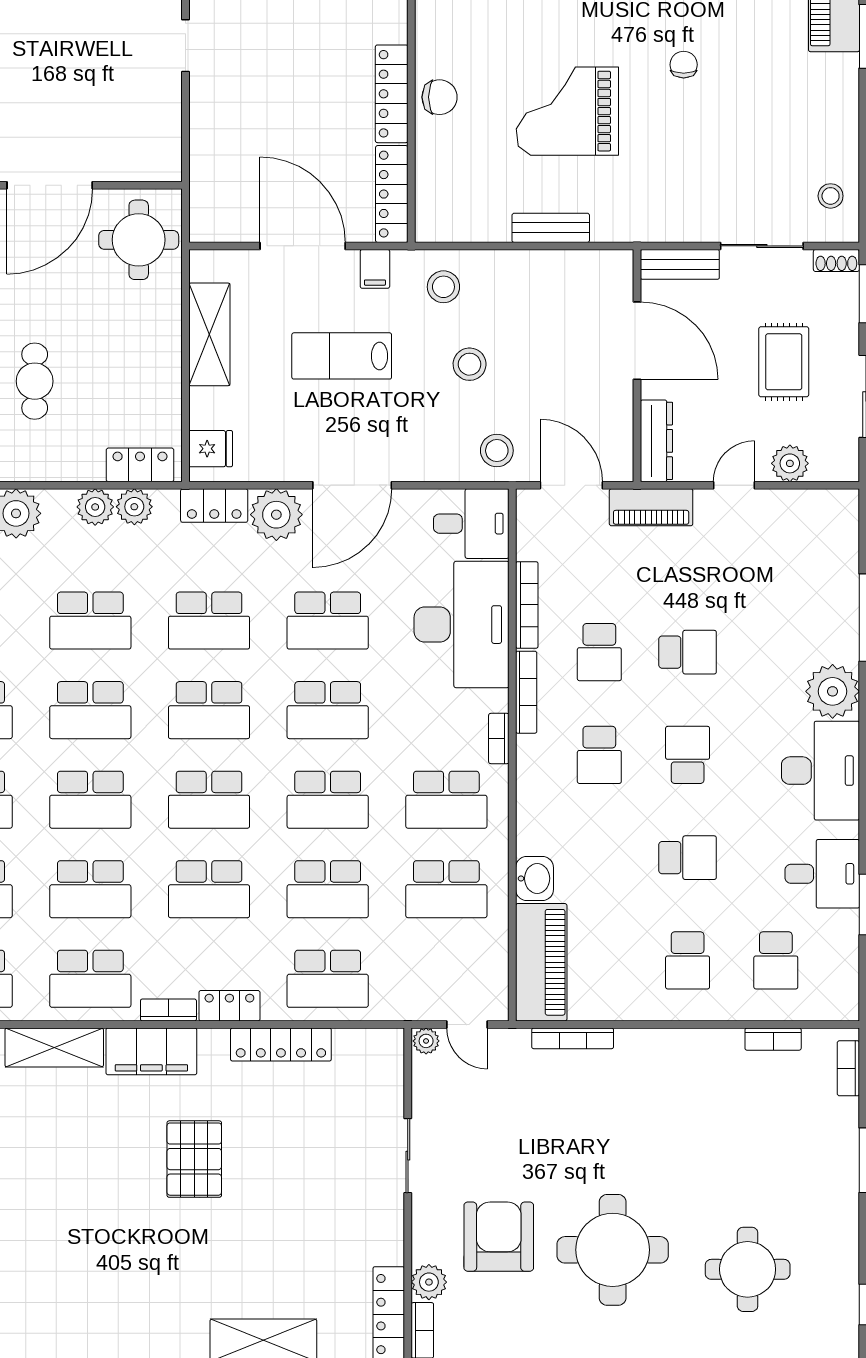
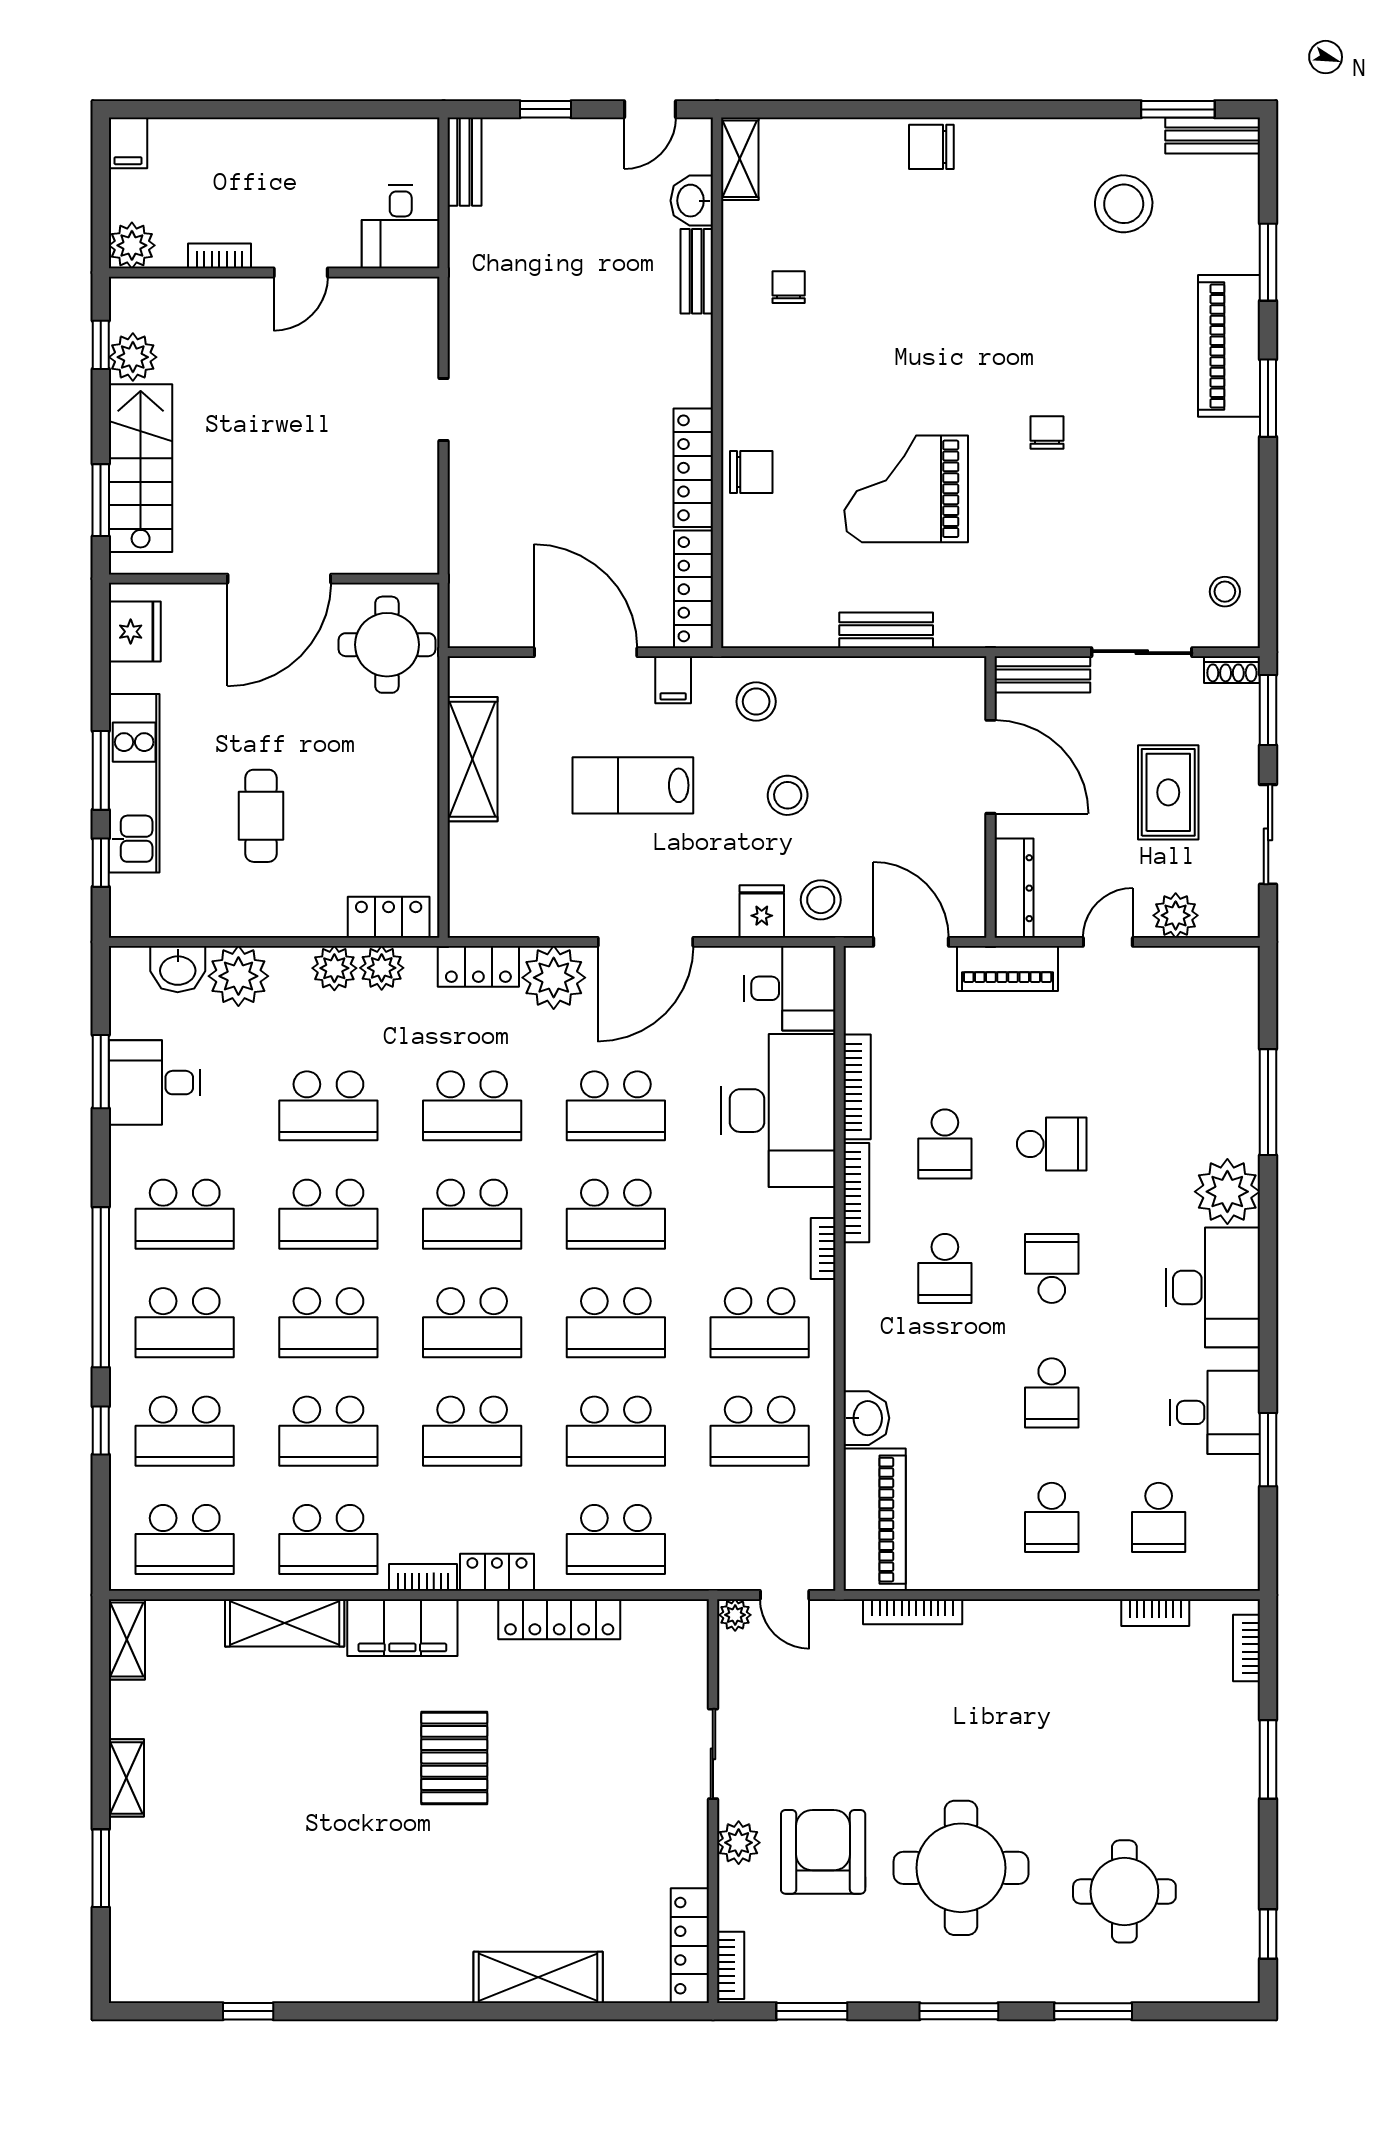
fridge: (211, 449) -> (762, 911), moved, turned -90
school desk: (688, 858) -> (1052, 1393), turned 90
plant: (429, 1282) -> (739, 1843), moved

